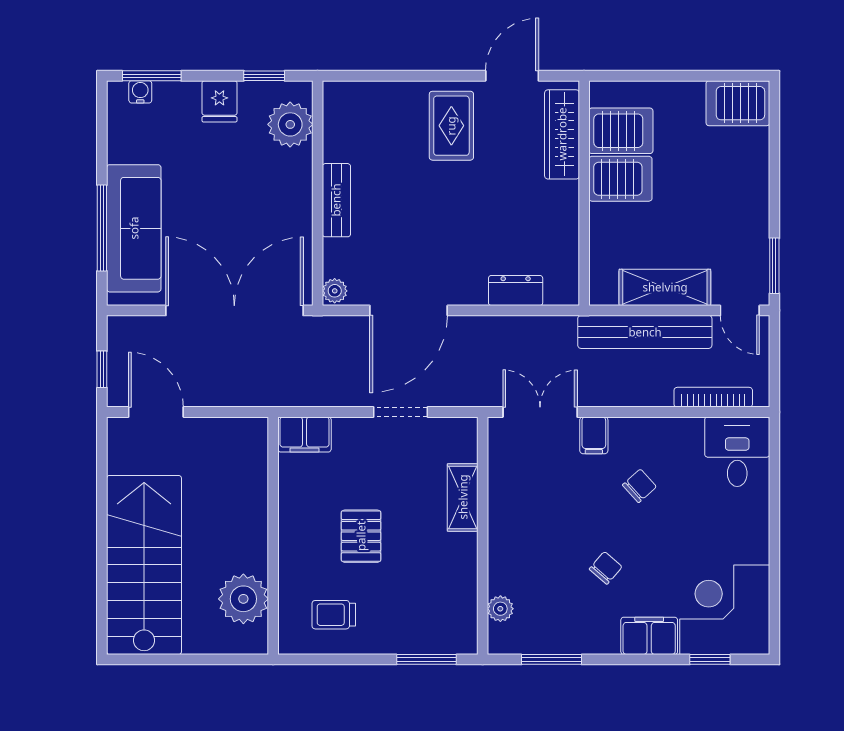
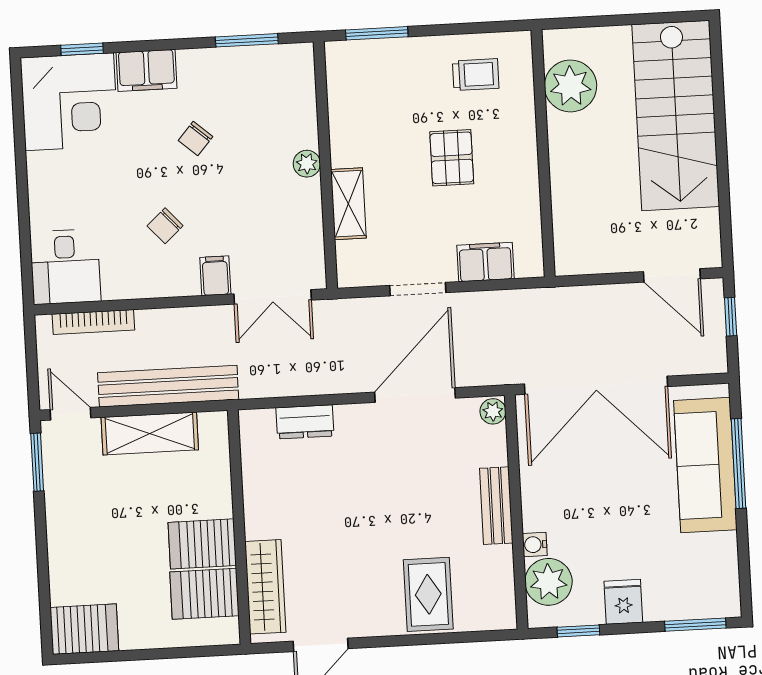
water cooler: (140, 92) -> (535, 545), moved, turned 90
rug: (451, 126) -> (428, 594), moved
filing cabinet: (305, 434) -> (485, 262), moved
plant: (500, 609) -> (307, 164), moved

